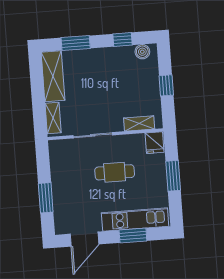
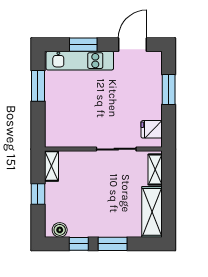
window: (76, 43) -> (113, 244), moved
shelving: (139, 123) -> (51, 166), moved, turned 90
fridge: (154, 143) -> (152, 129), moved, turned -90
cafe table: (115, 172) -> (97, 110), removed
window: (173, 176) -> (38, 86), moved

